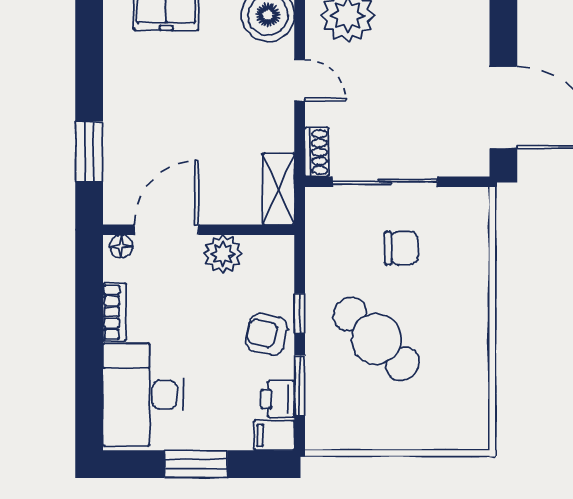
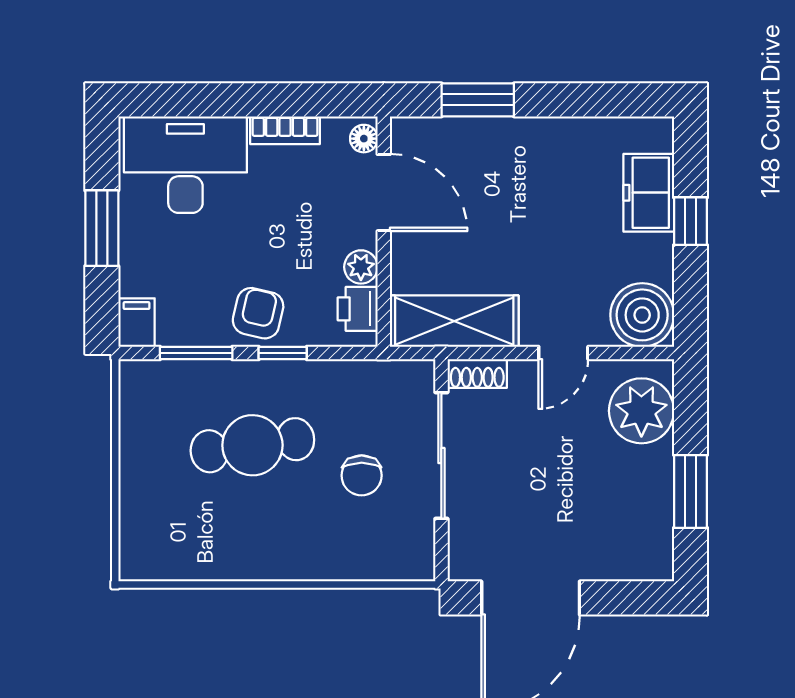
shelving: (278, 189) -> (454, 321), width x1.50, depth x1.33
plant: (223, 254) -> (361, 267), width x0.73, depth x0.73
cafe table: (376, 339) -> (252, 445), turned 39
printer: (278, 399) -> (358, 309), moved, turned -90

